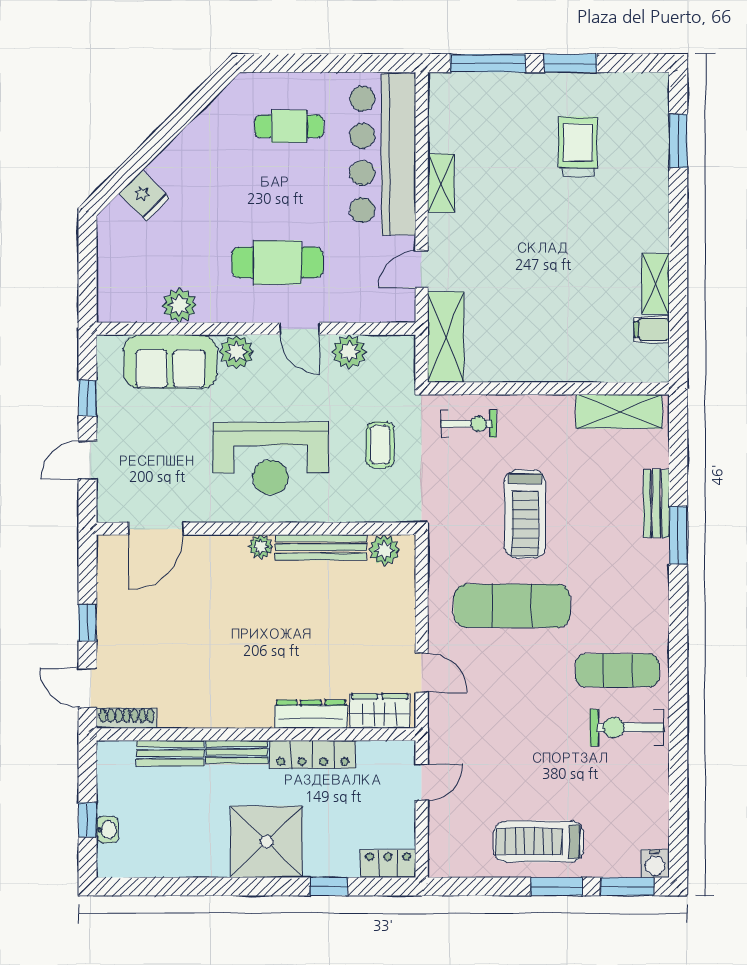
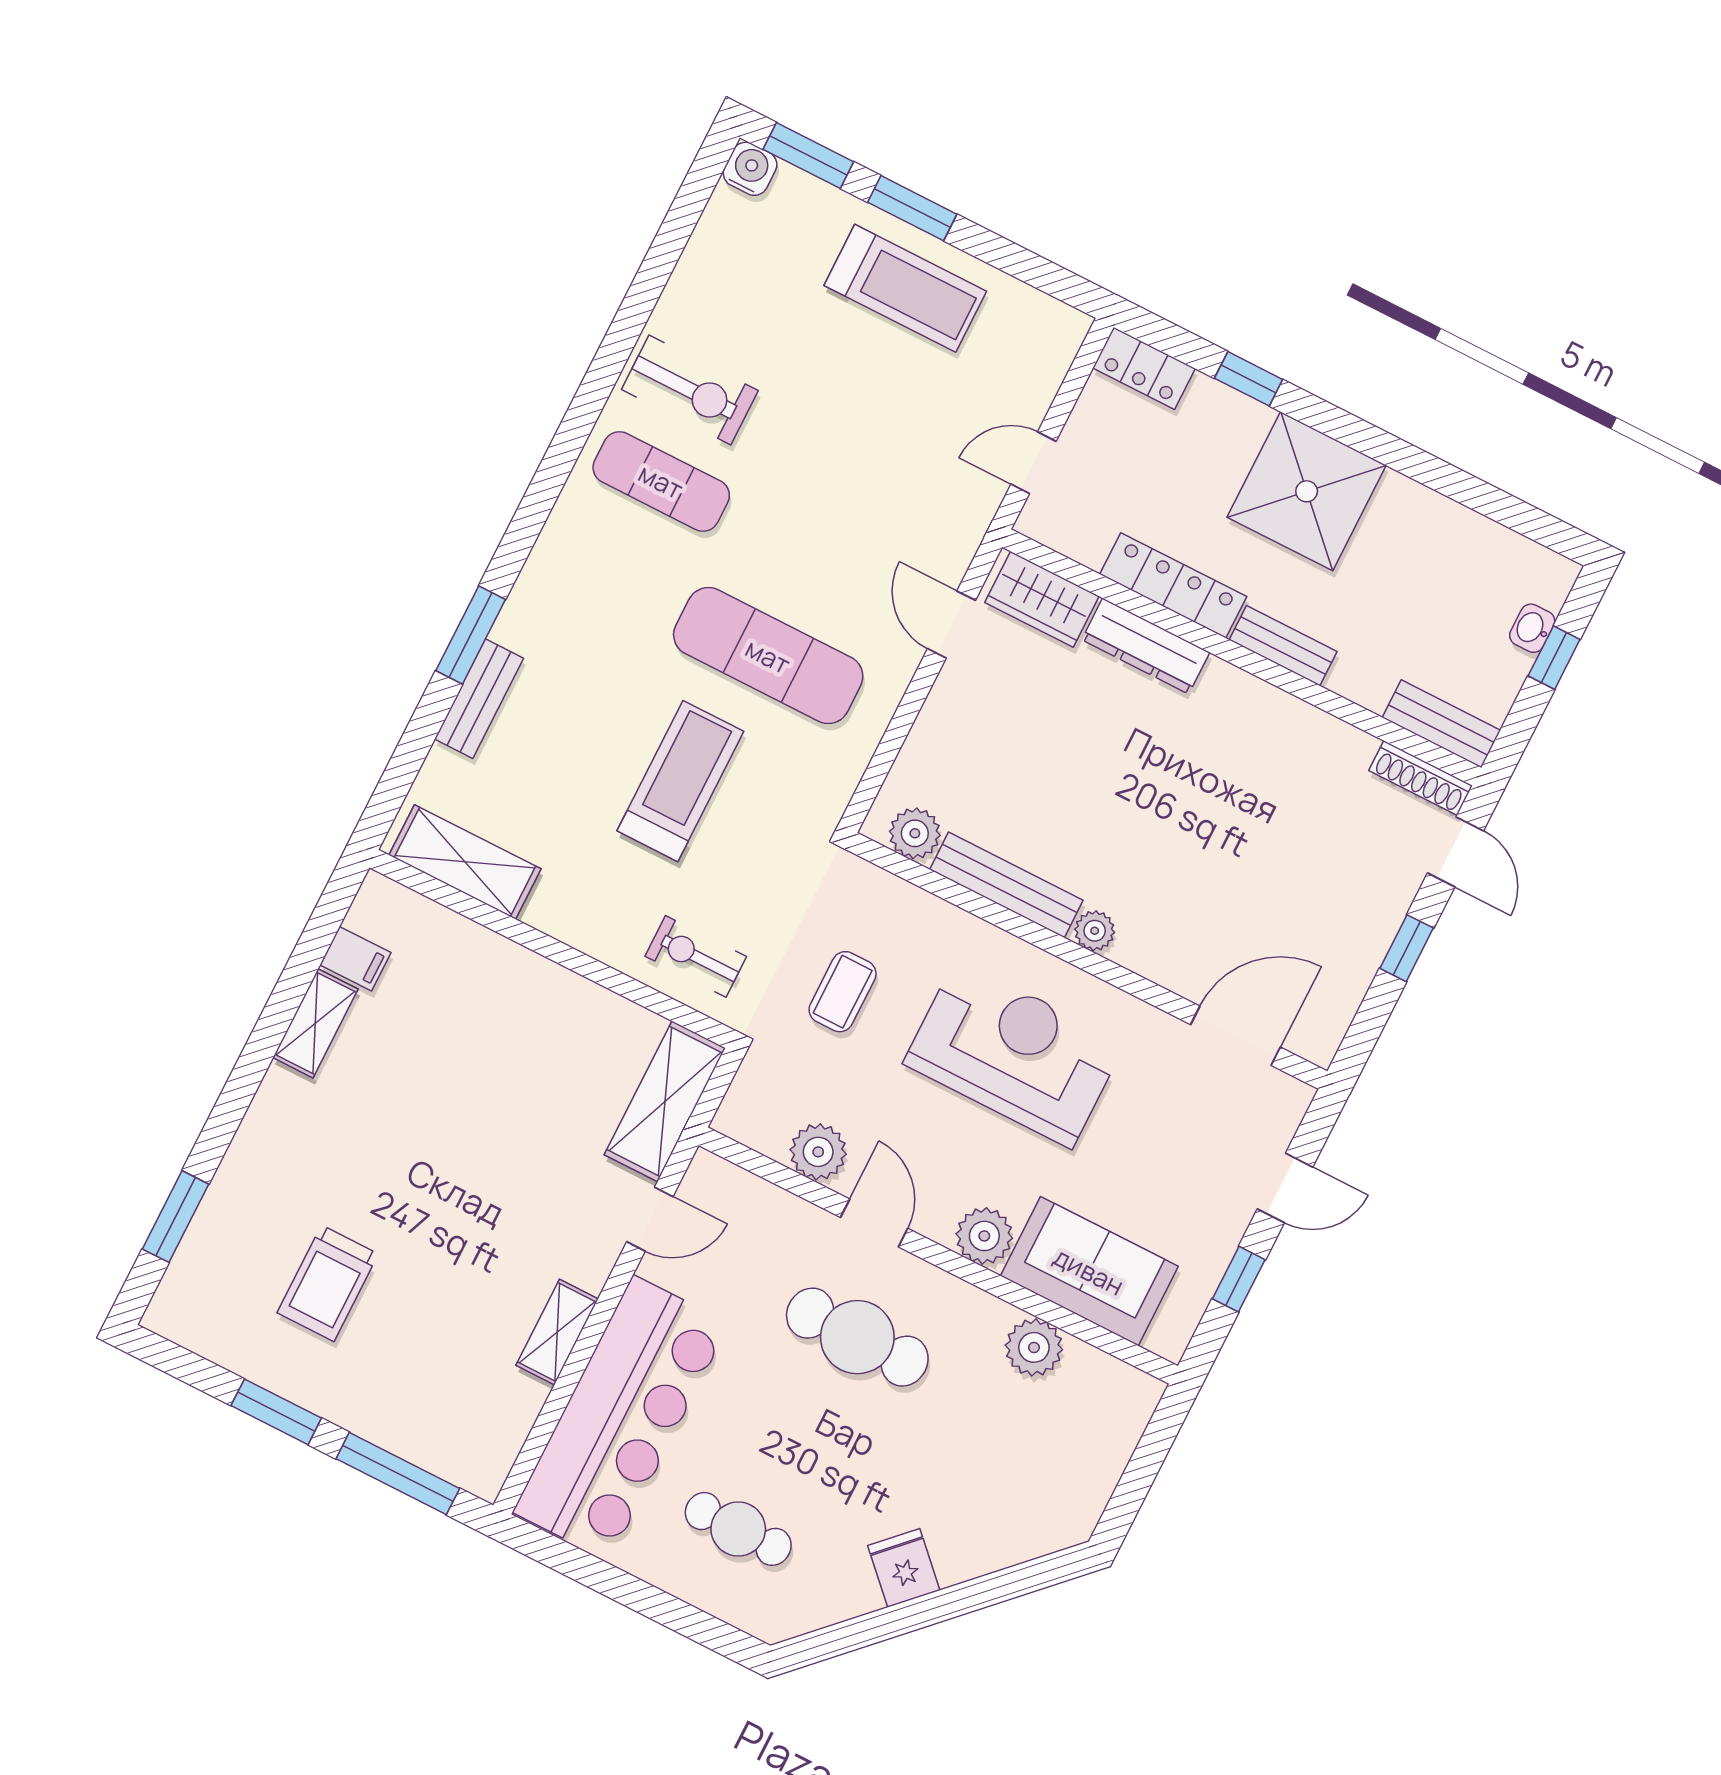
fridge: (144, 196) -> (904, 1568), moved
bench: (170, 753) -> (1441, 724), moved

